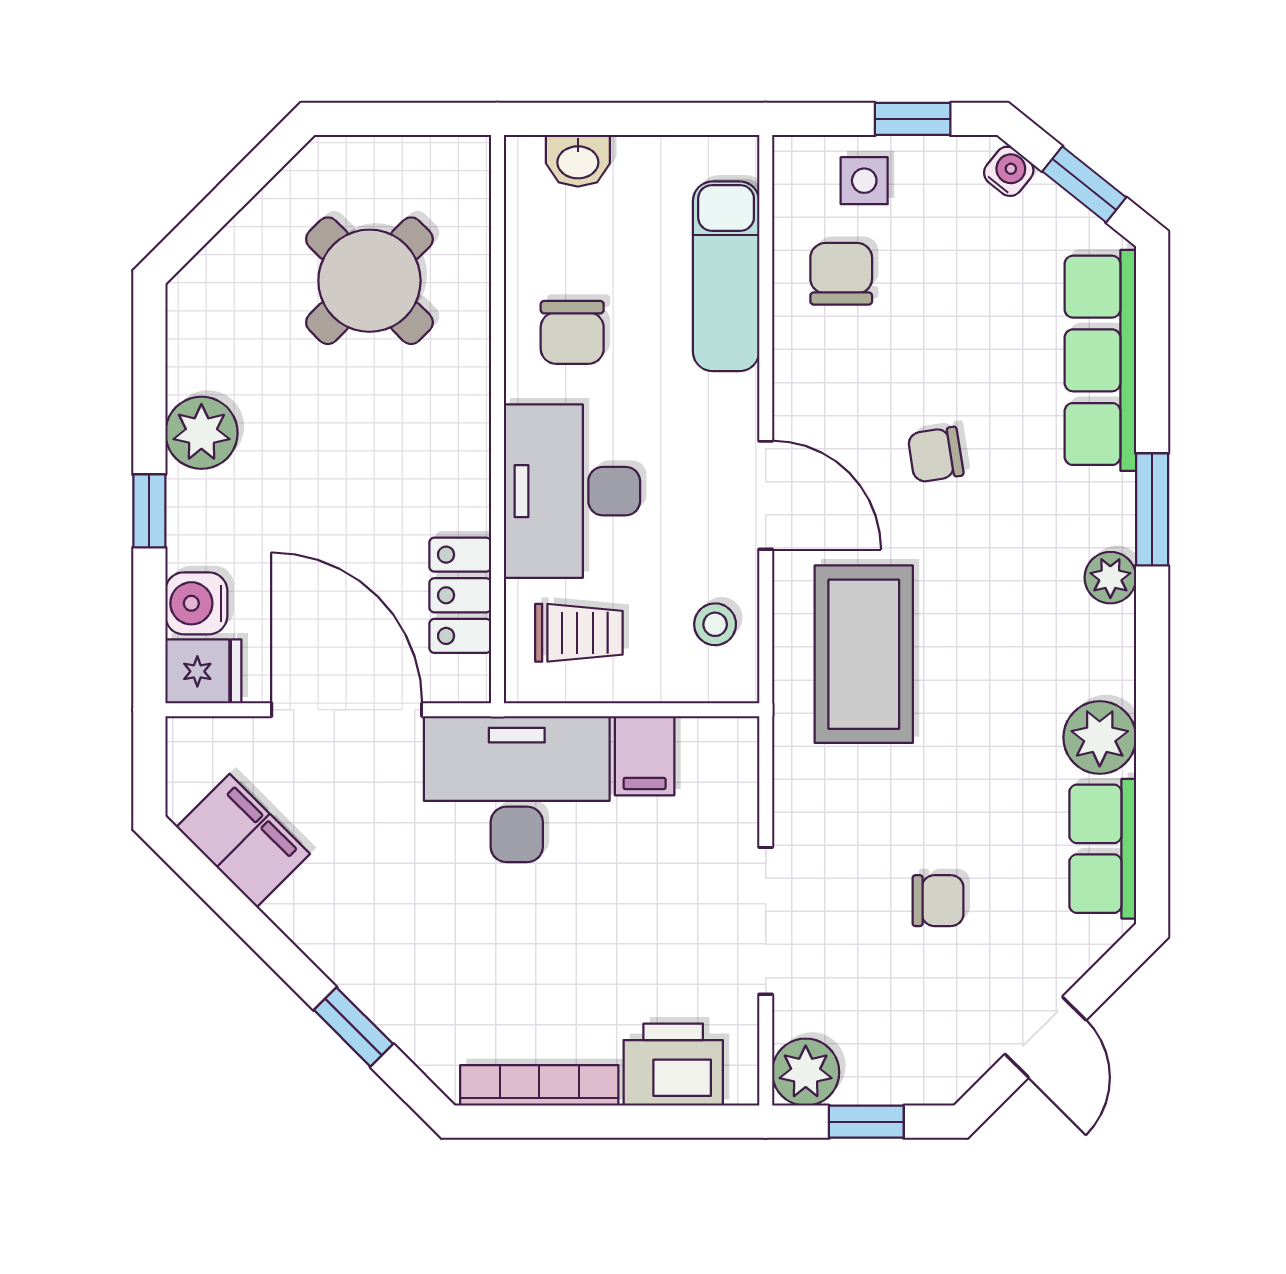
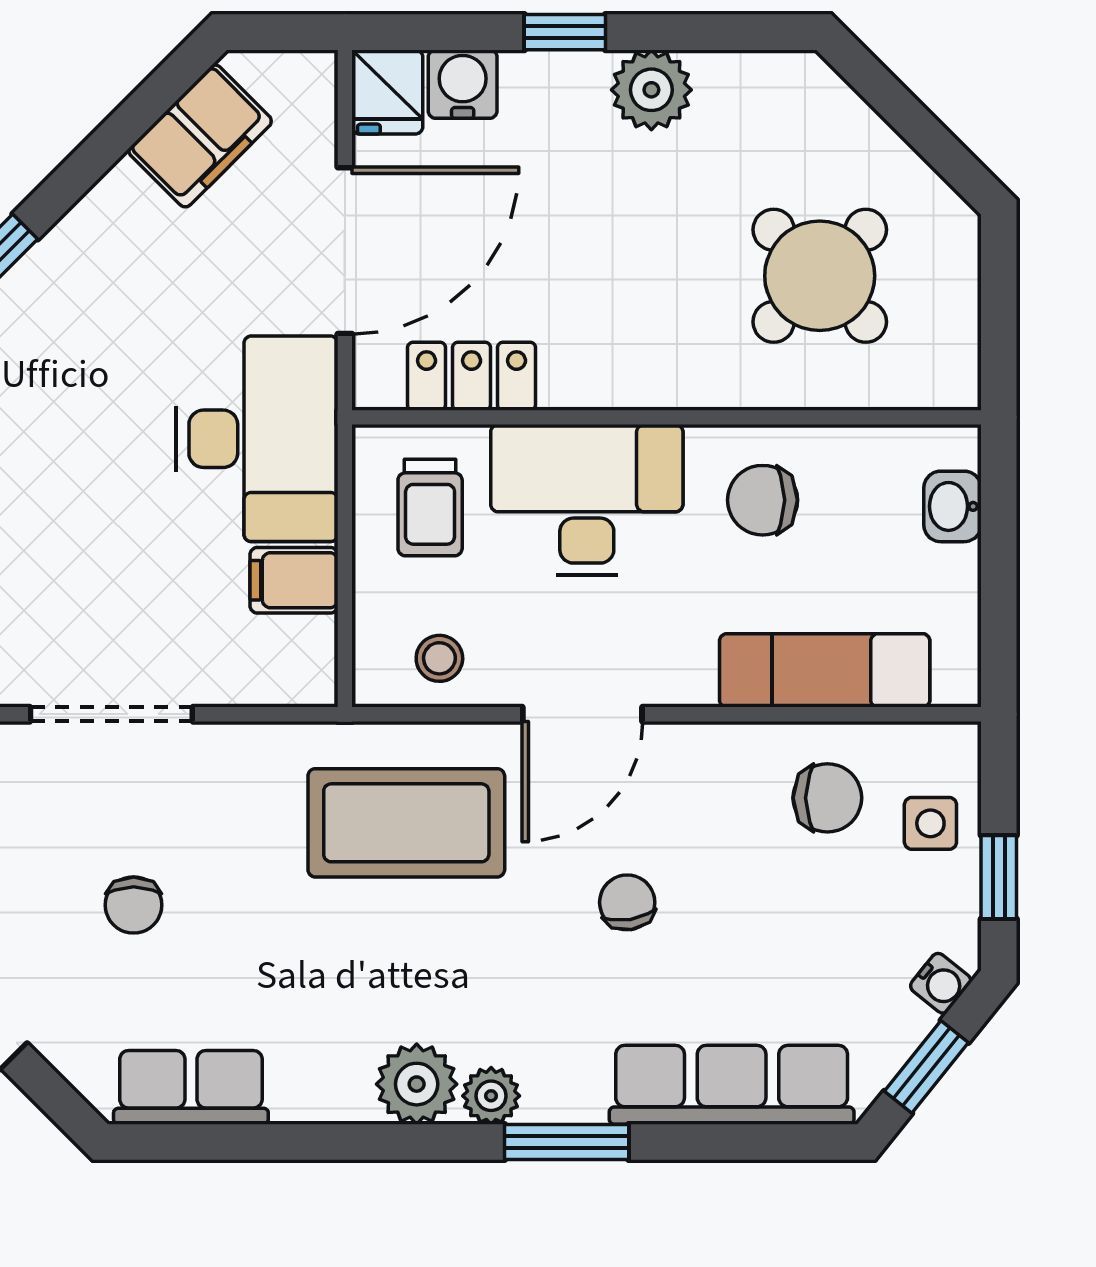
plant: (1100, 737) -> (417, 1084), moved

